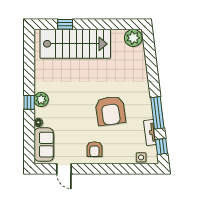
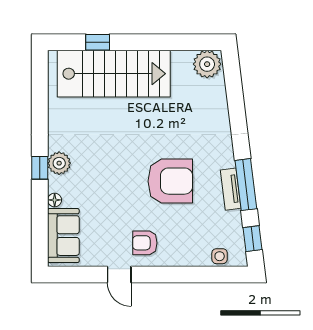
armchair: (110, 111) -> (170, 181), turned -82
tv unit: (150, 133) -> (231, 189), moved
armchair: (94, 149) -> (145, 243), turned 90
door: (64, 169) -> (119, 274), moved

